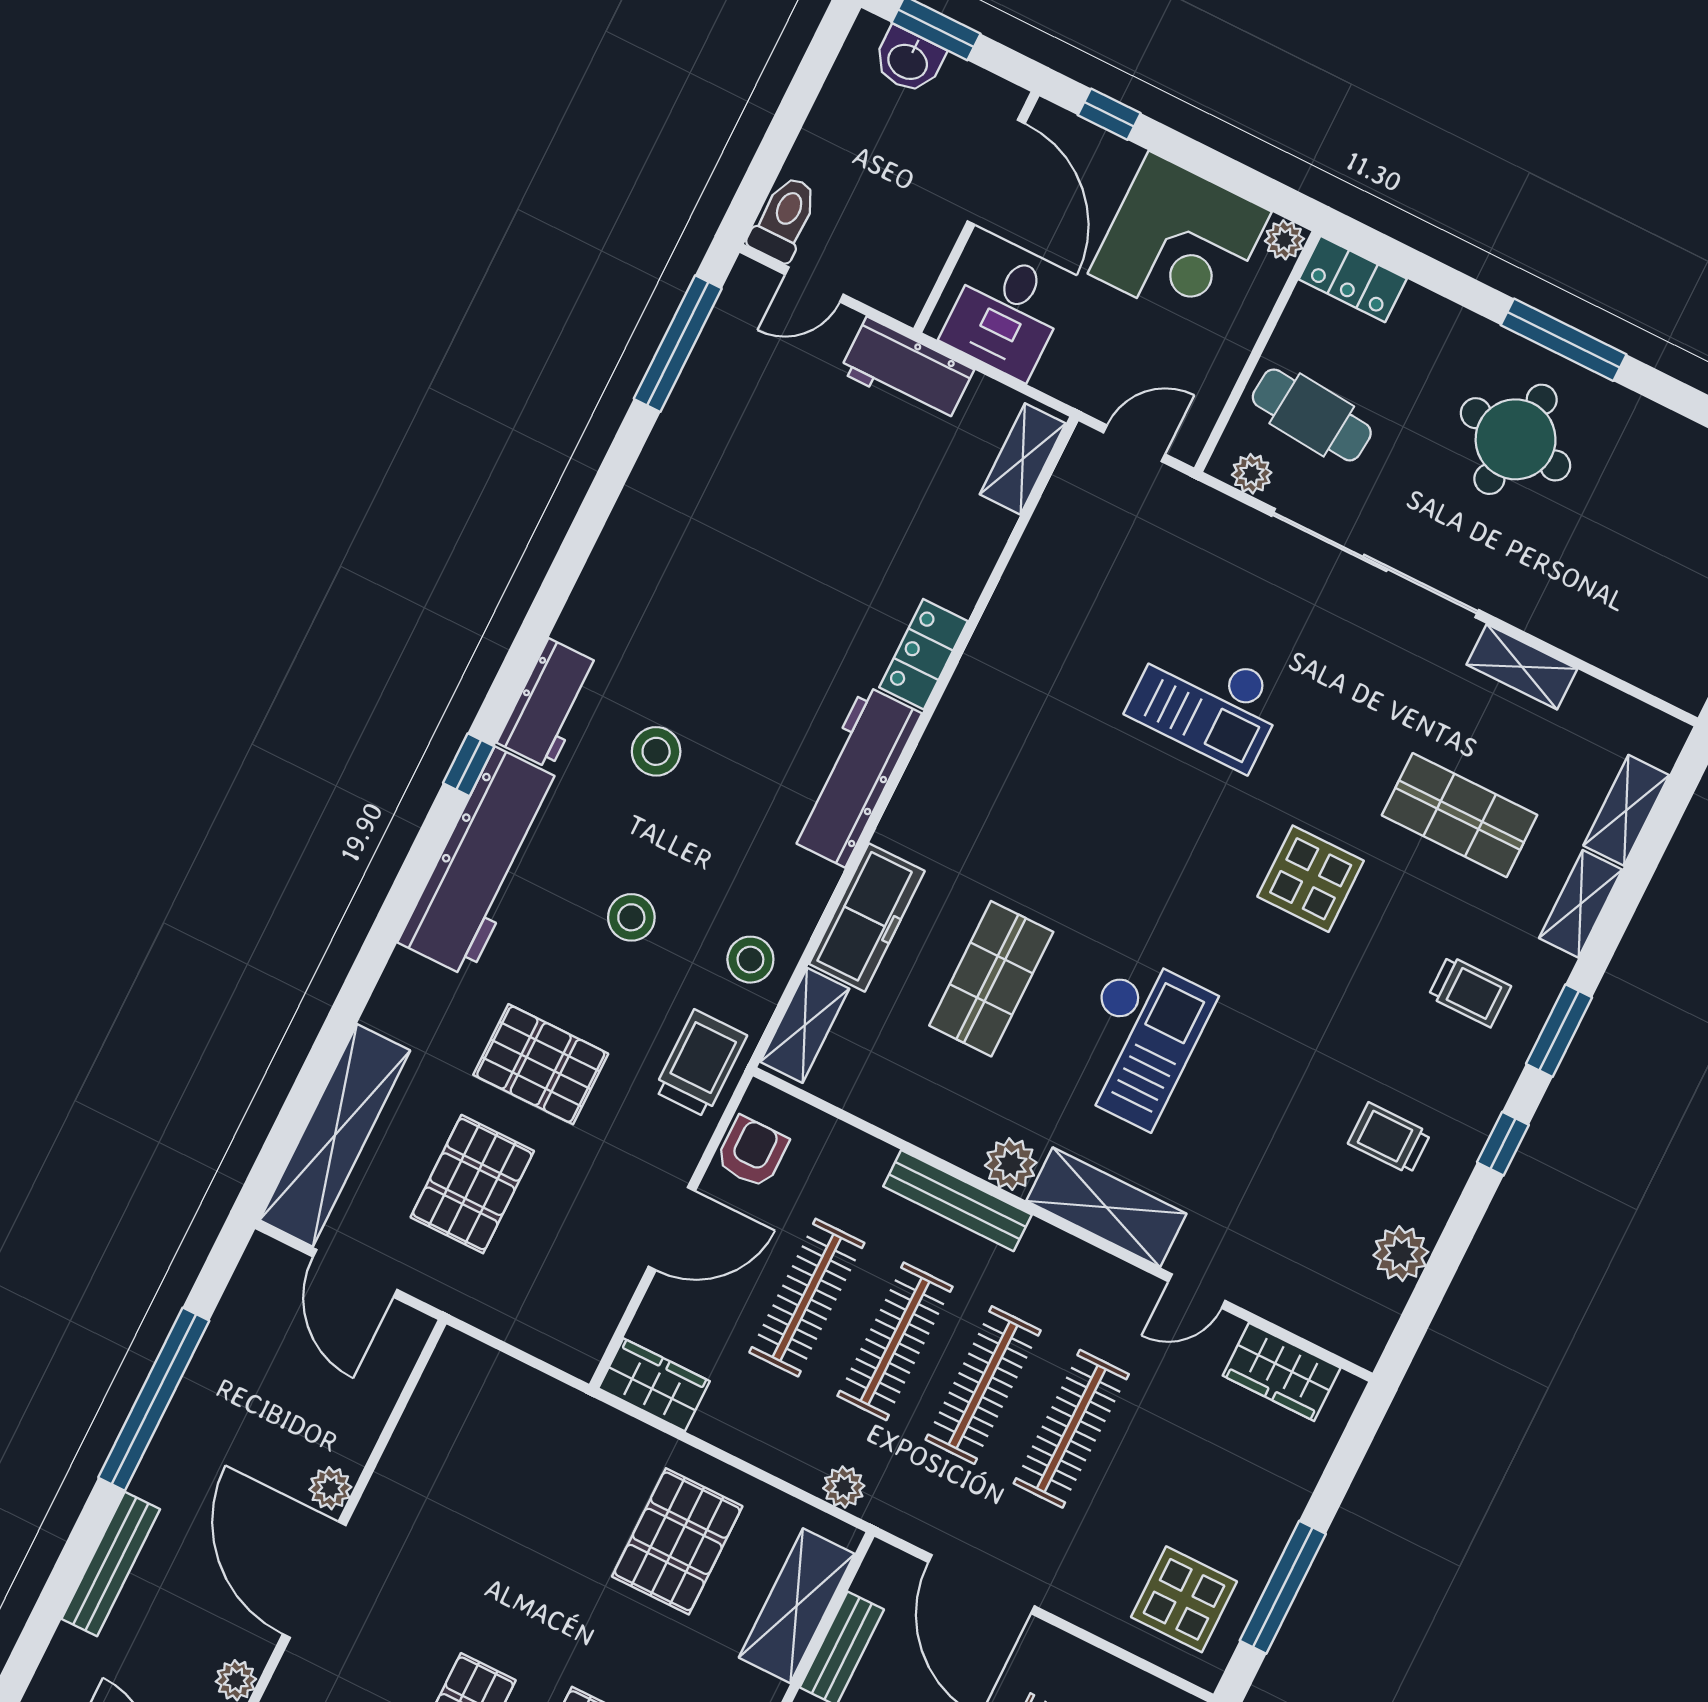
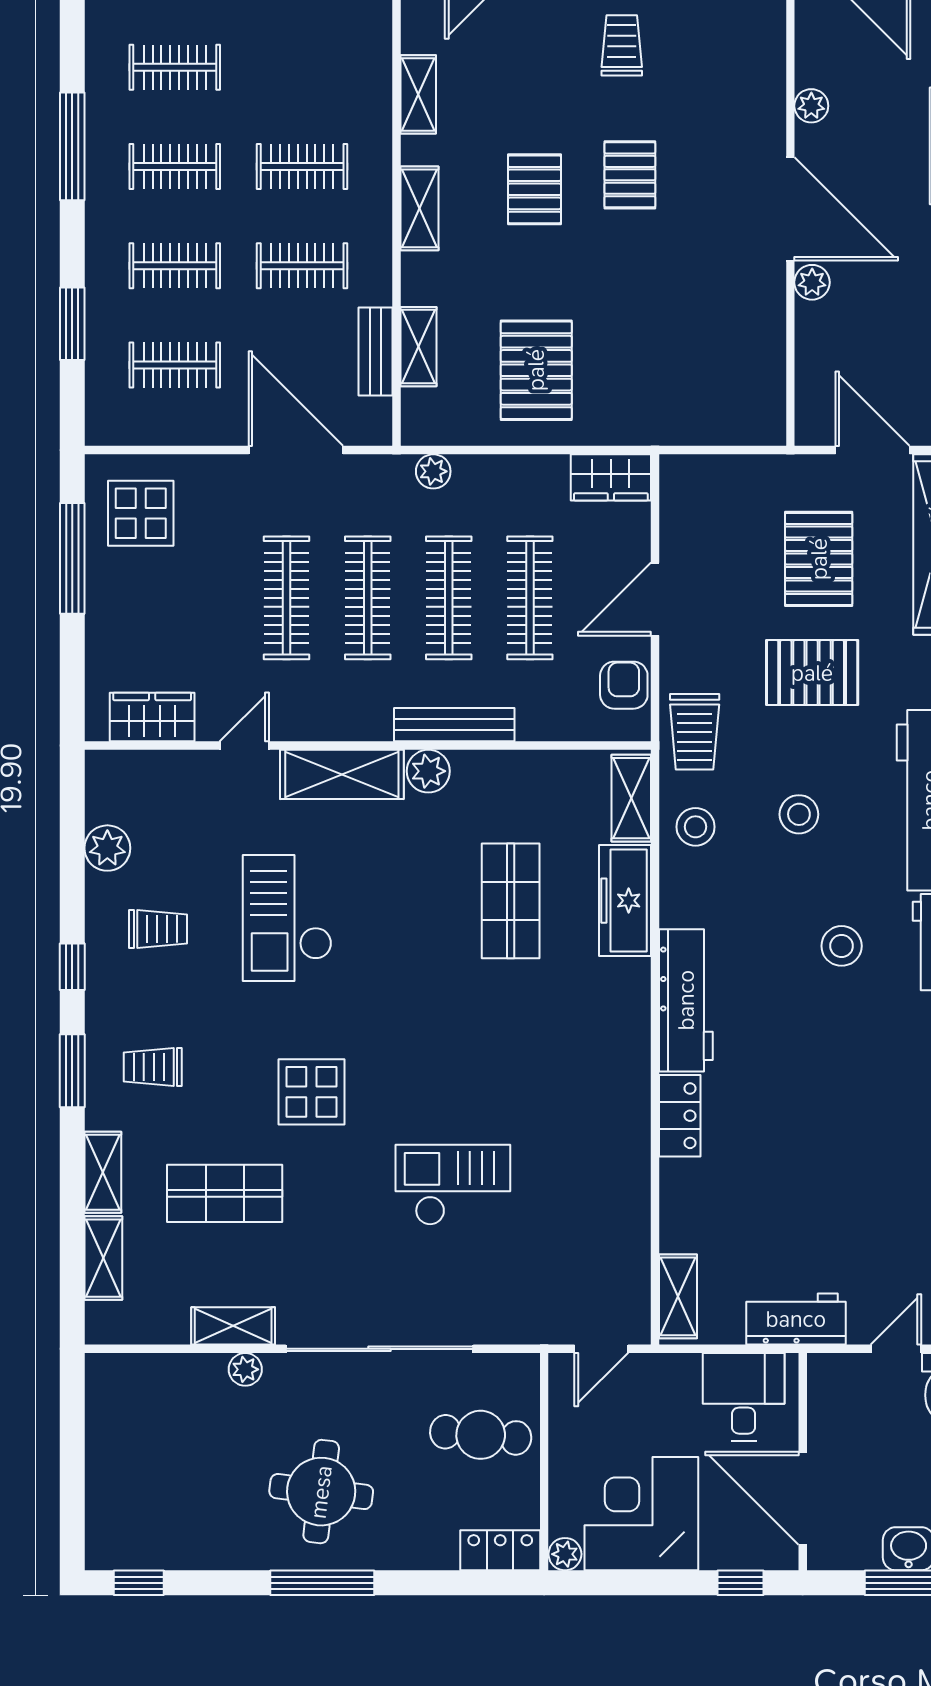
plant: (1252, 474) -> (245, 1369), moved
checkout: (1137, 1041) -> (287, 918), moved
armchair: (752, 1152) -> (624, 685), turned 180
shelving: (797, 1606) -> (418, 347), width x0.67, depth x0.75

